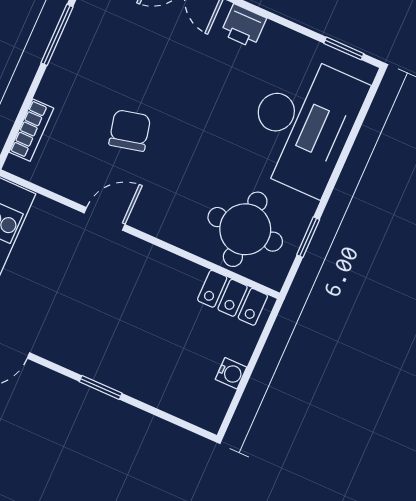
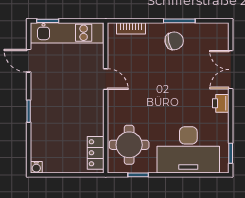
chair: (130, 130) -> (174, 41), moved
water cooler: (231, 373) -> (36, 167), moved

